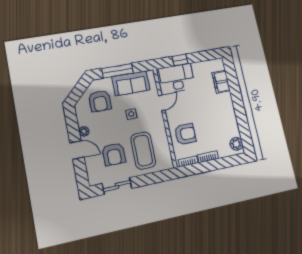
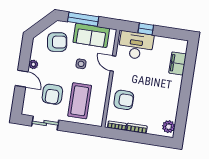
armchair: (100, 101) -> (57, 42), turned -98
door: (162, 103) -> (113, 64), swing flipped

